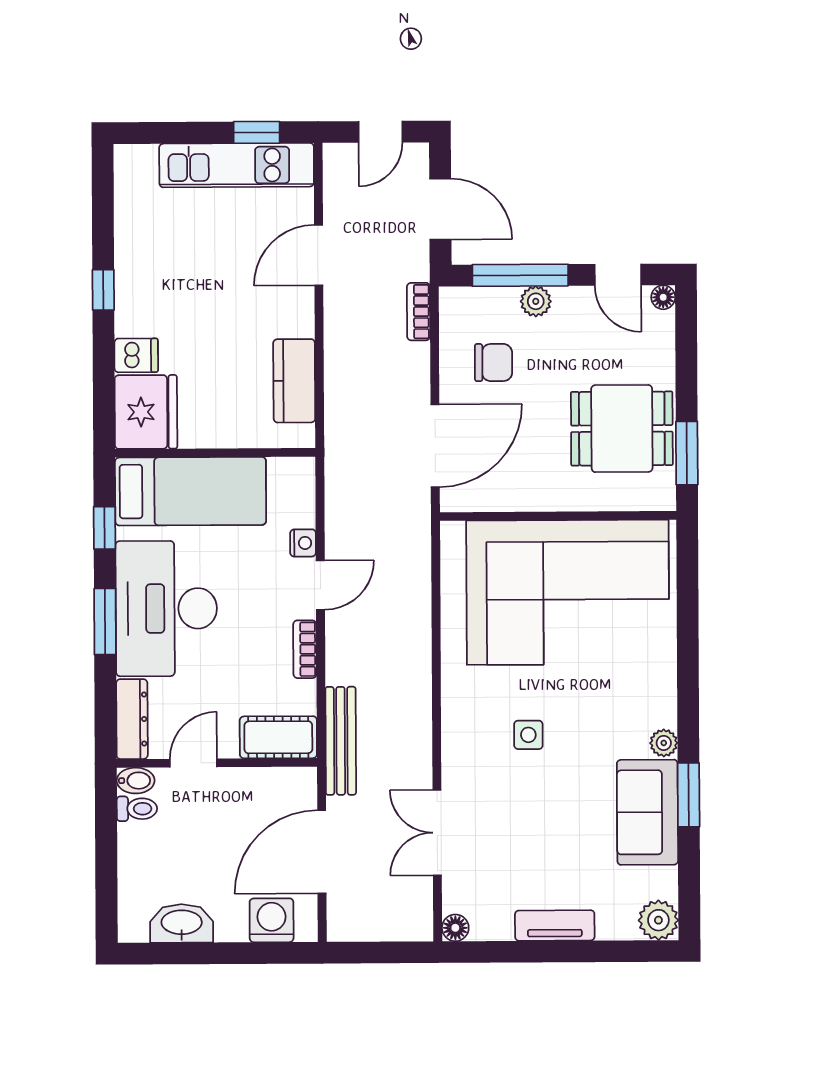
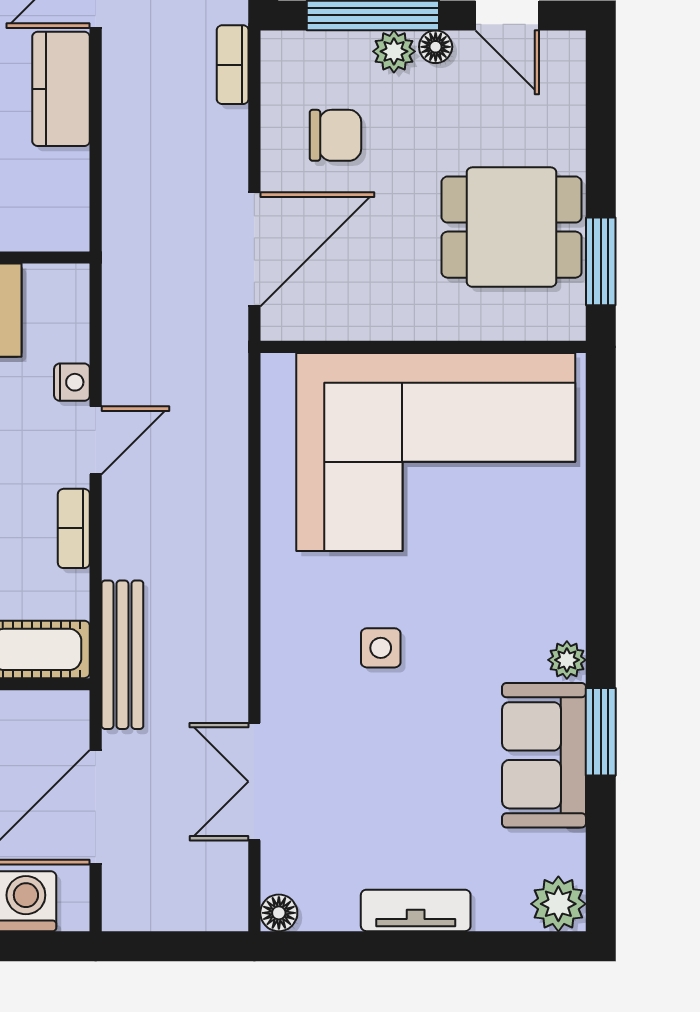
floor lamp: (663, 297) -> (436, 47), moved
kitchen counter: (294, 381) -> (61, 89), moved

